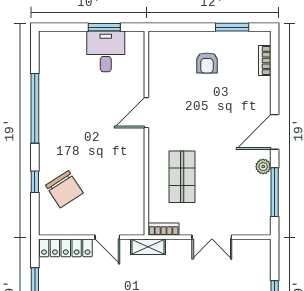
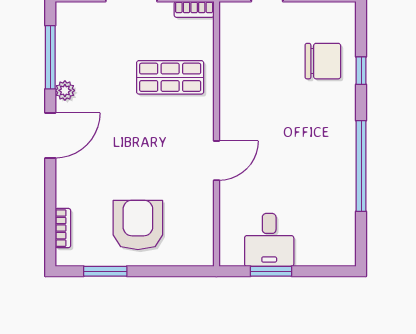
armchair: (207, 63) -> (138, 225), width x1.88, depth x1.88
shop shelf: (182, 177) -> (170, 77), turned 90
chair: (64, 189) -> (323, 61), turned 123

